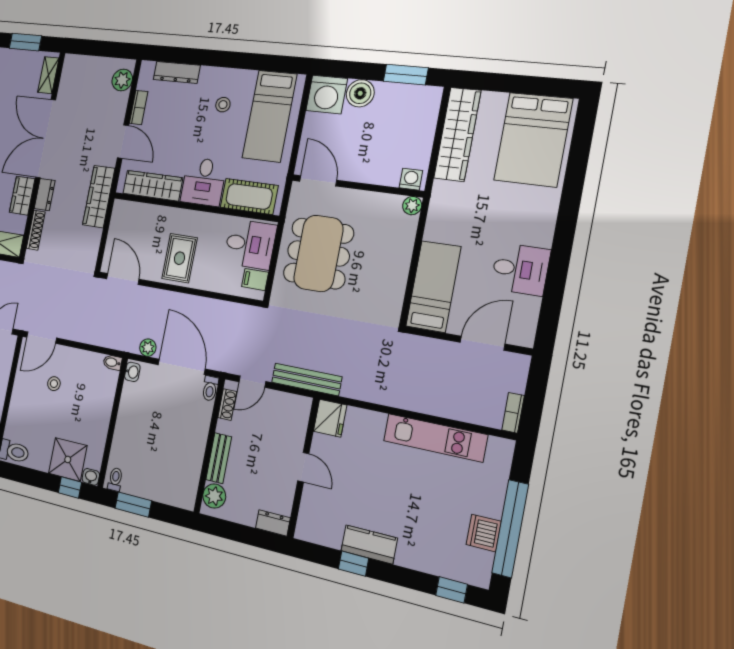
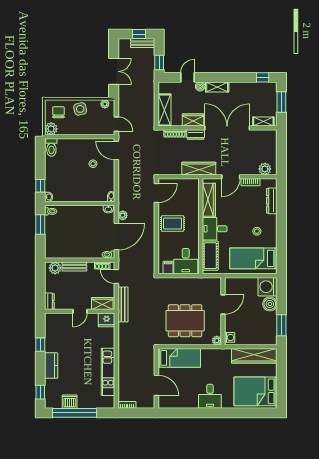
door: (318, 181) -> (223, 305), moved
dining table: (318, 253) -> (185, 321), moved
desk: (520, 269) -> (210, 396), moved
wardrobe: (297, 420) -> (102, 303), added
shower: (68, 459) -> (55, 181), removed
kitchen counter: (369, 544) -> (51, 366), moved

